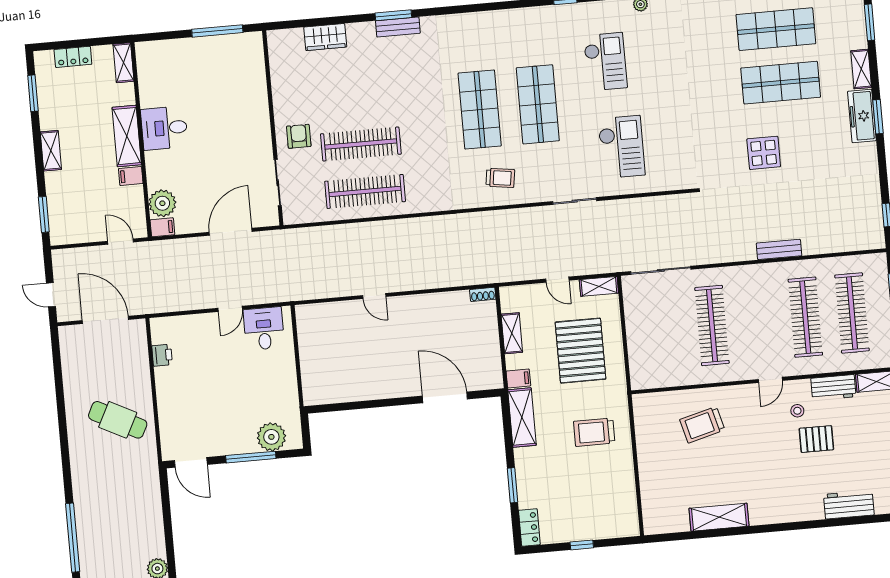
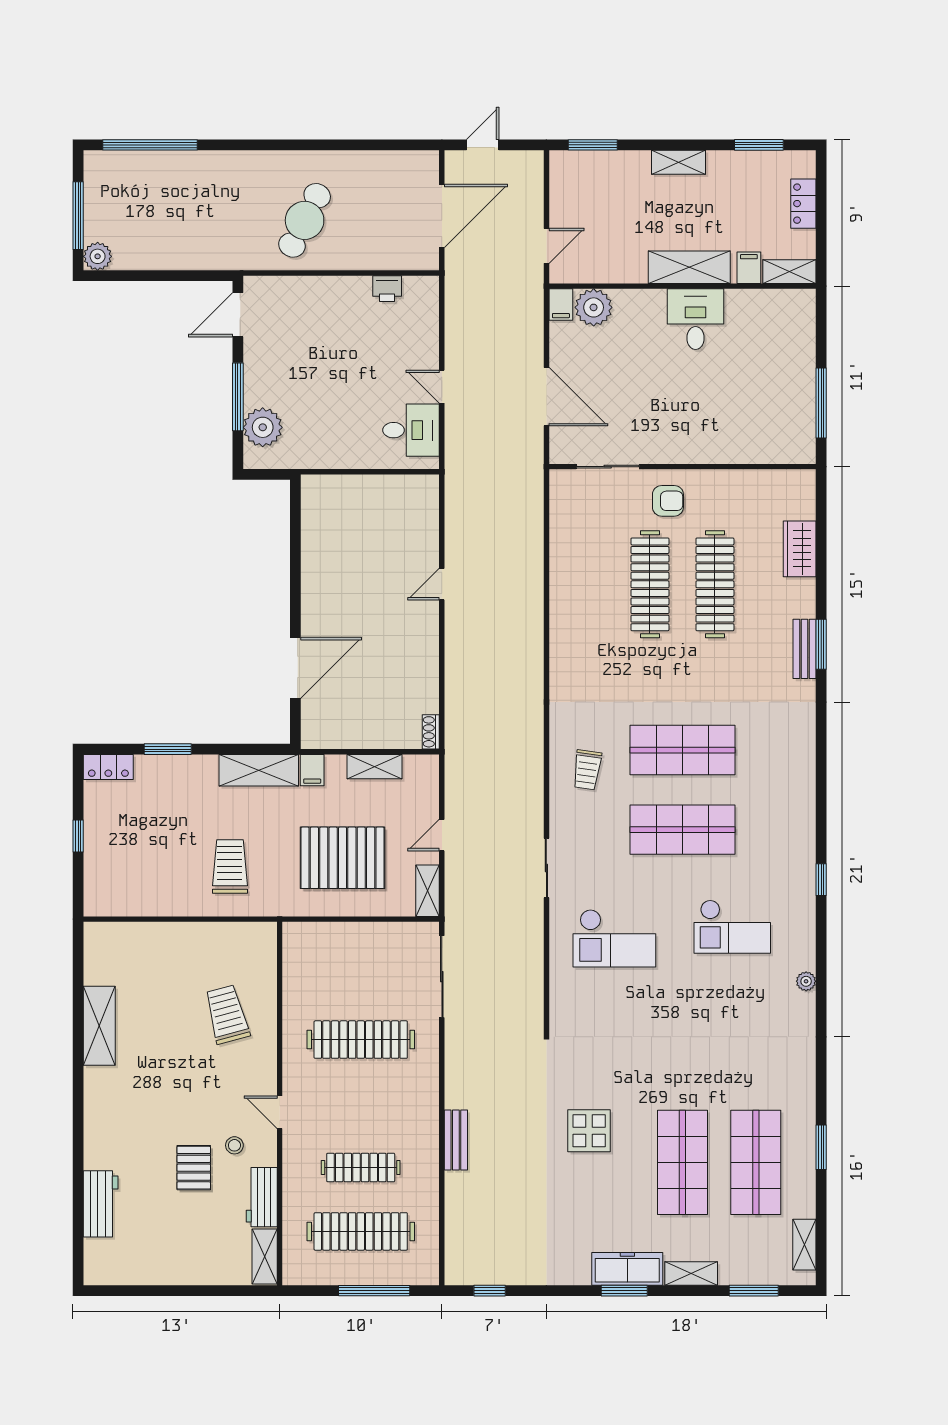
filing cabinet: (131, 176) -> (749, 268), moved
clothes rail: (365, 191) -> (715, 584), moved
clothes rail: (805, 317) -> (361, 1167), width x0.73, depth x0.76

